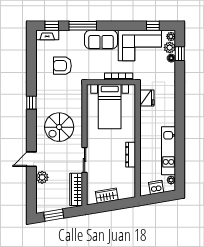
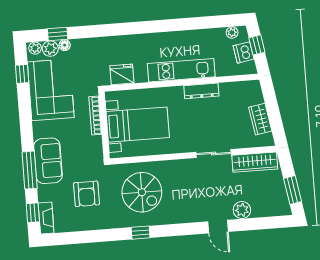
sofa: (101, 40) -> (48, 161), moved
spiral stairs: (59, 127) -> (142, 192), moved
kitchen unit: (169, 151) -> (181, 70), moved, turned 180
window: (161, 197) -> (257, 45), added

